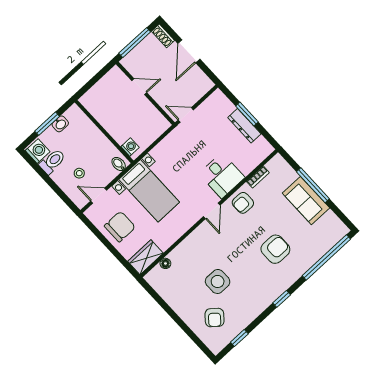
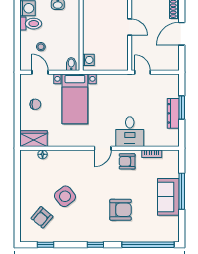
chair: (120, 227) -> (35, 104), width x0.54, depth x0.54
side table: (218, 281) -> (65, 196), turned -38

